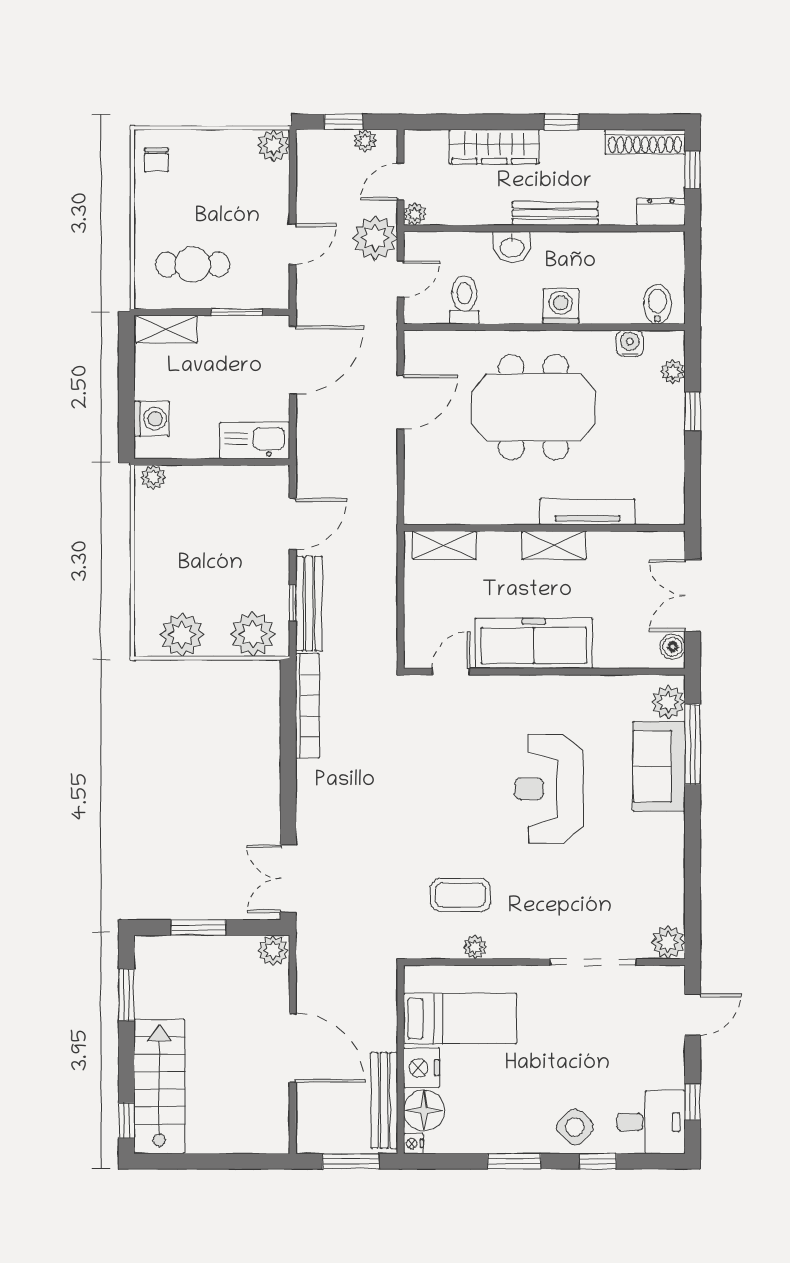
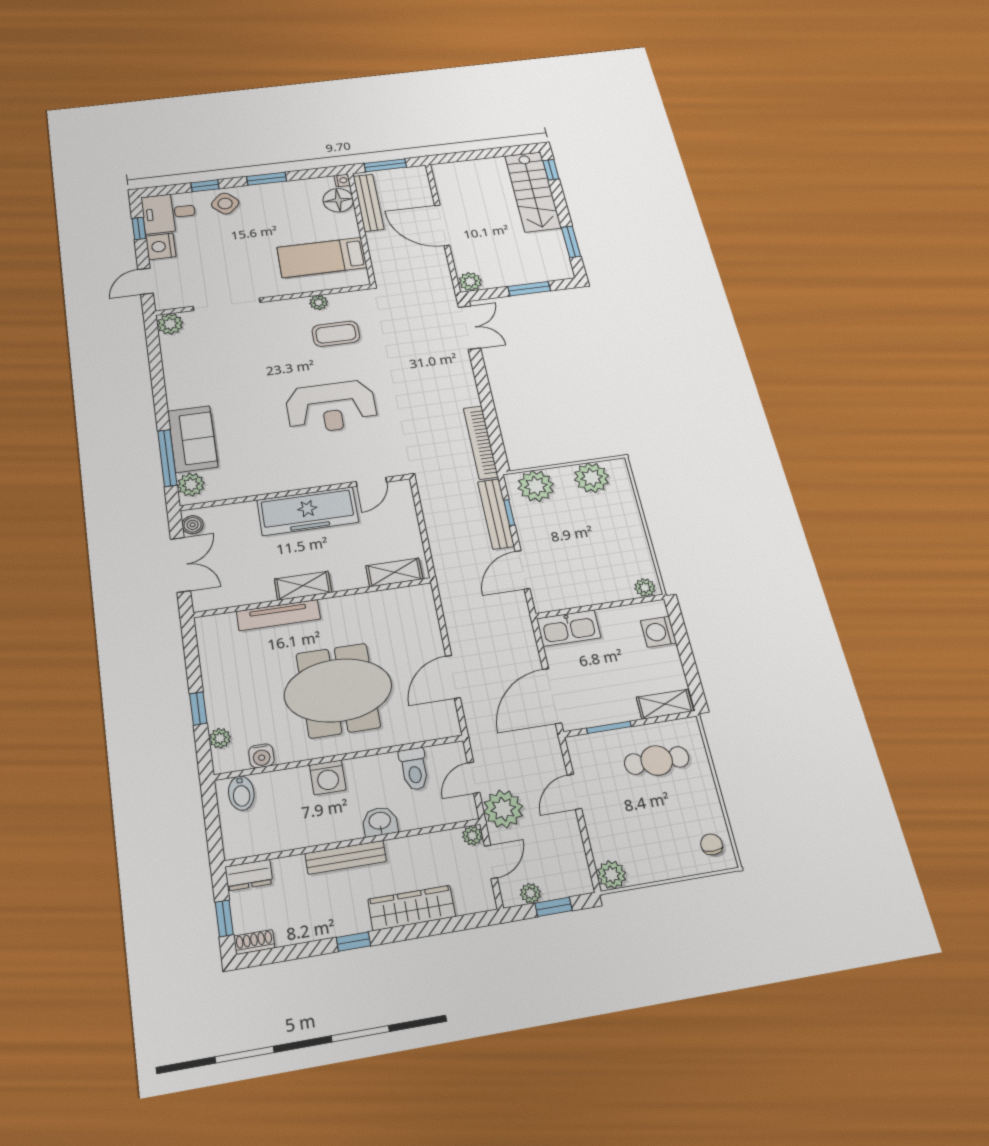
shoe rack: (645, 142) -> (254, 942), width x0.51, depth x0.81
reception desk: (549, 789) -> (331, 407), moved, turned 90
nightstand: (421, 1068) -> (161, 246), moved, turned 180

